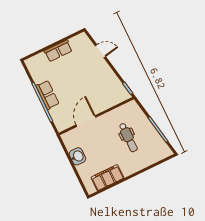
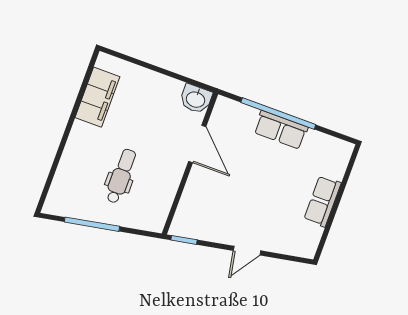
door: (100, 51) -> (247, 251), moved
dental chair: (128, 137) -> (121, 176), turned 90
washbasin: (77, 156) -> (196, 99), moved

